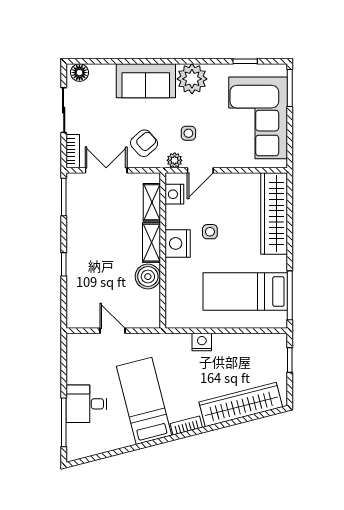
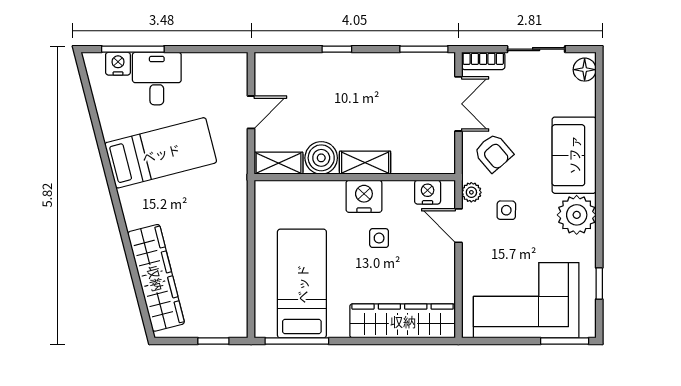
shelving: (152, 202) -> (279, 163), moved
nightstand: (202, 342) -> (118, 64), moved, turned -90
bookcase: (186, 426) -> (129, 207), removed

